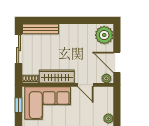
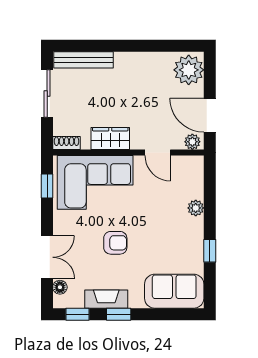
wardrobe: (57, 76) -> (110, 139), width x0.67

